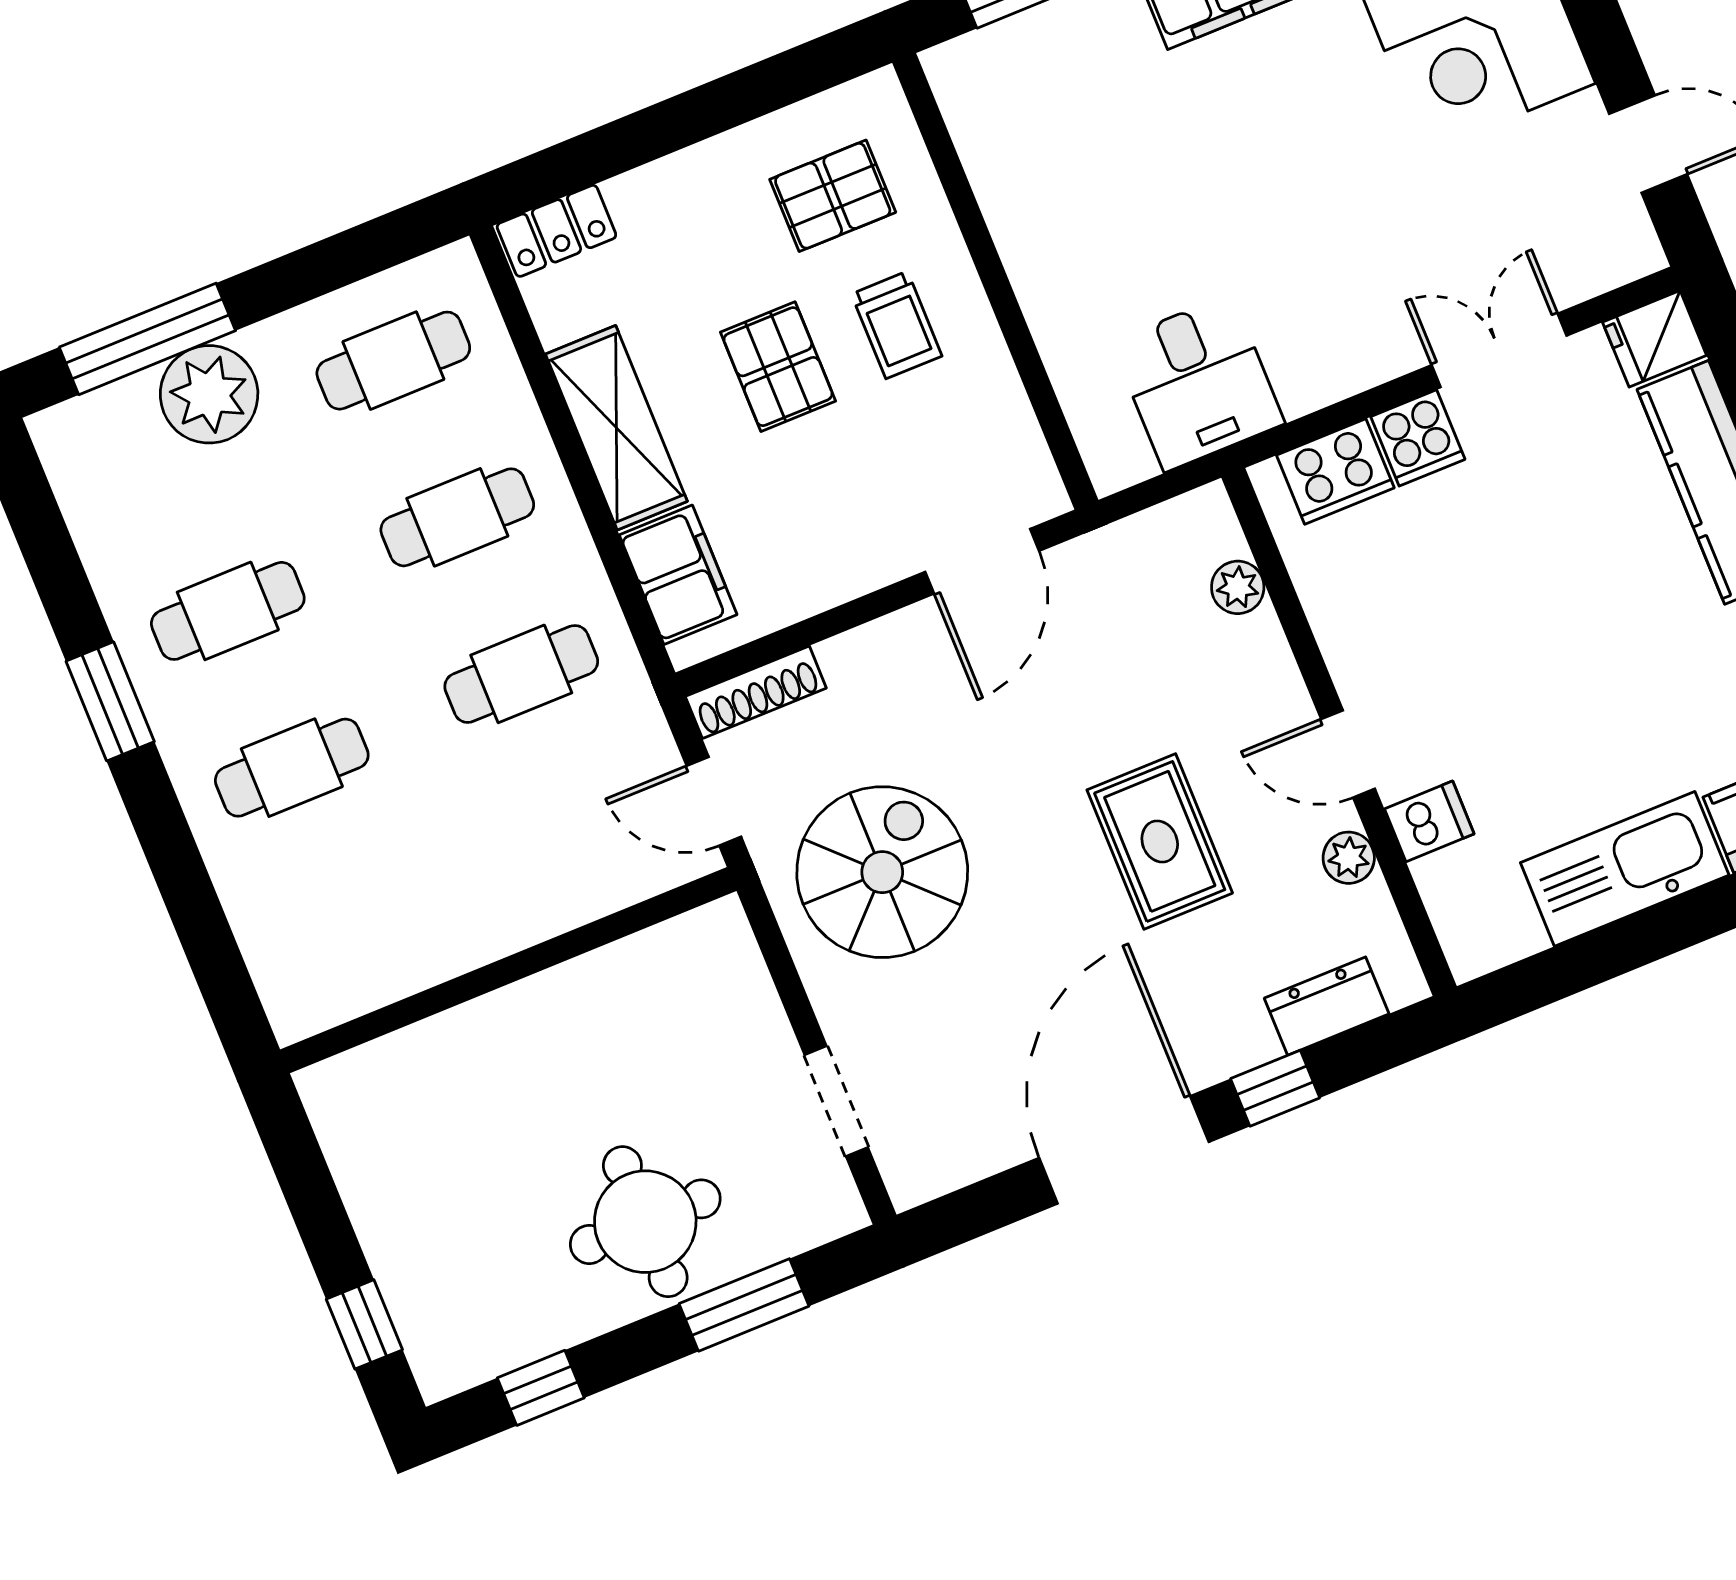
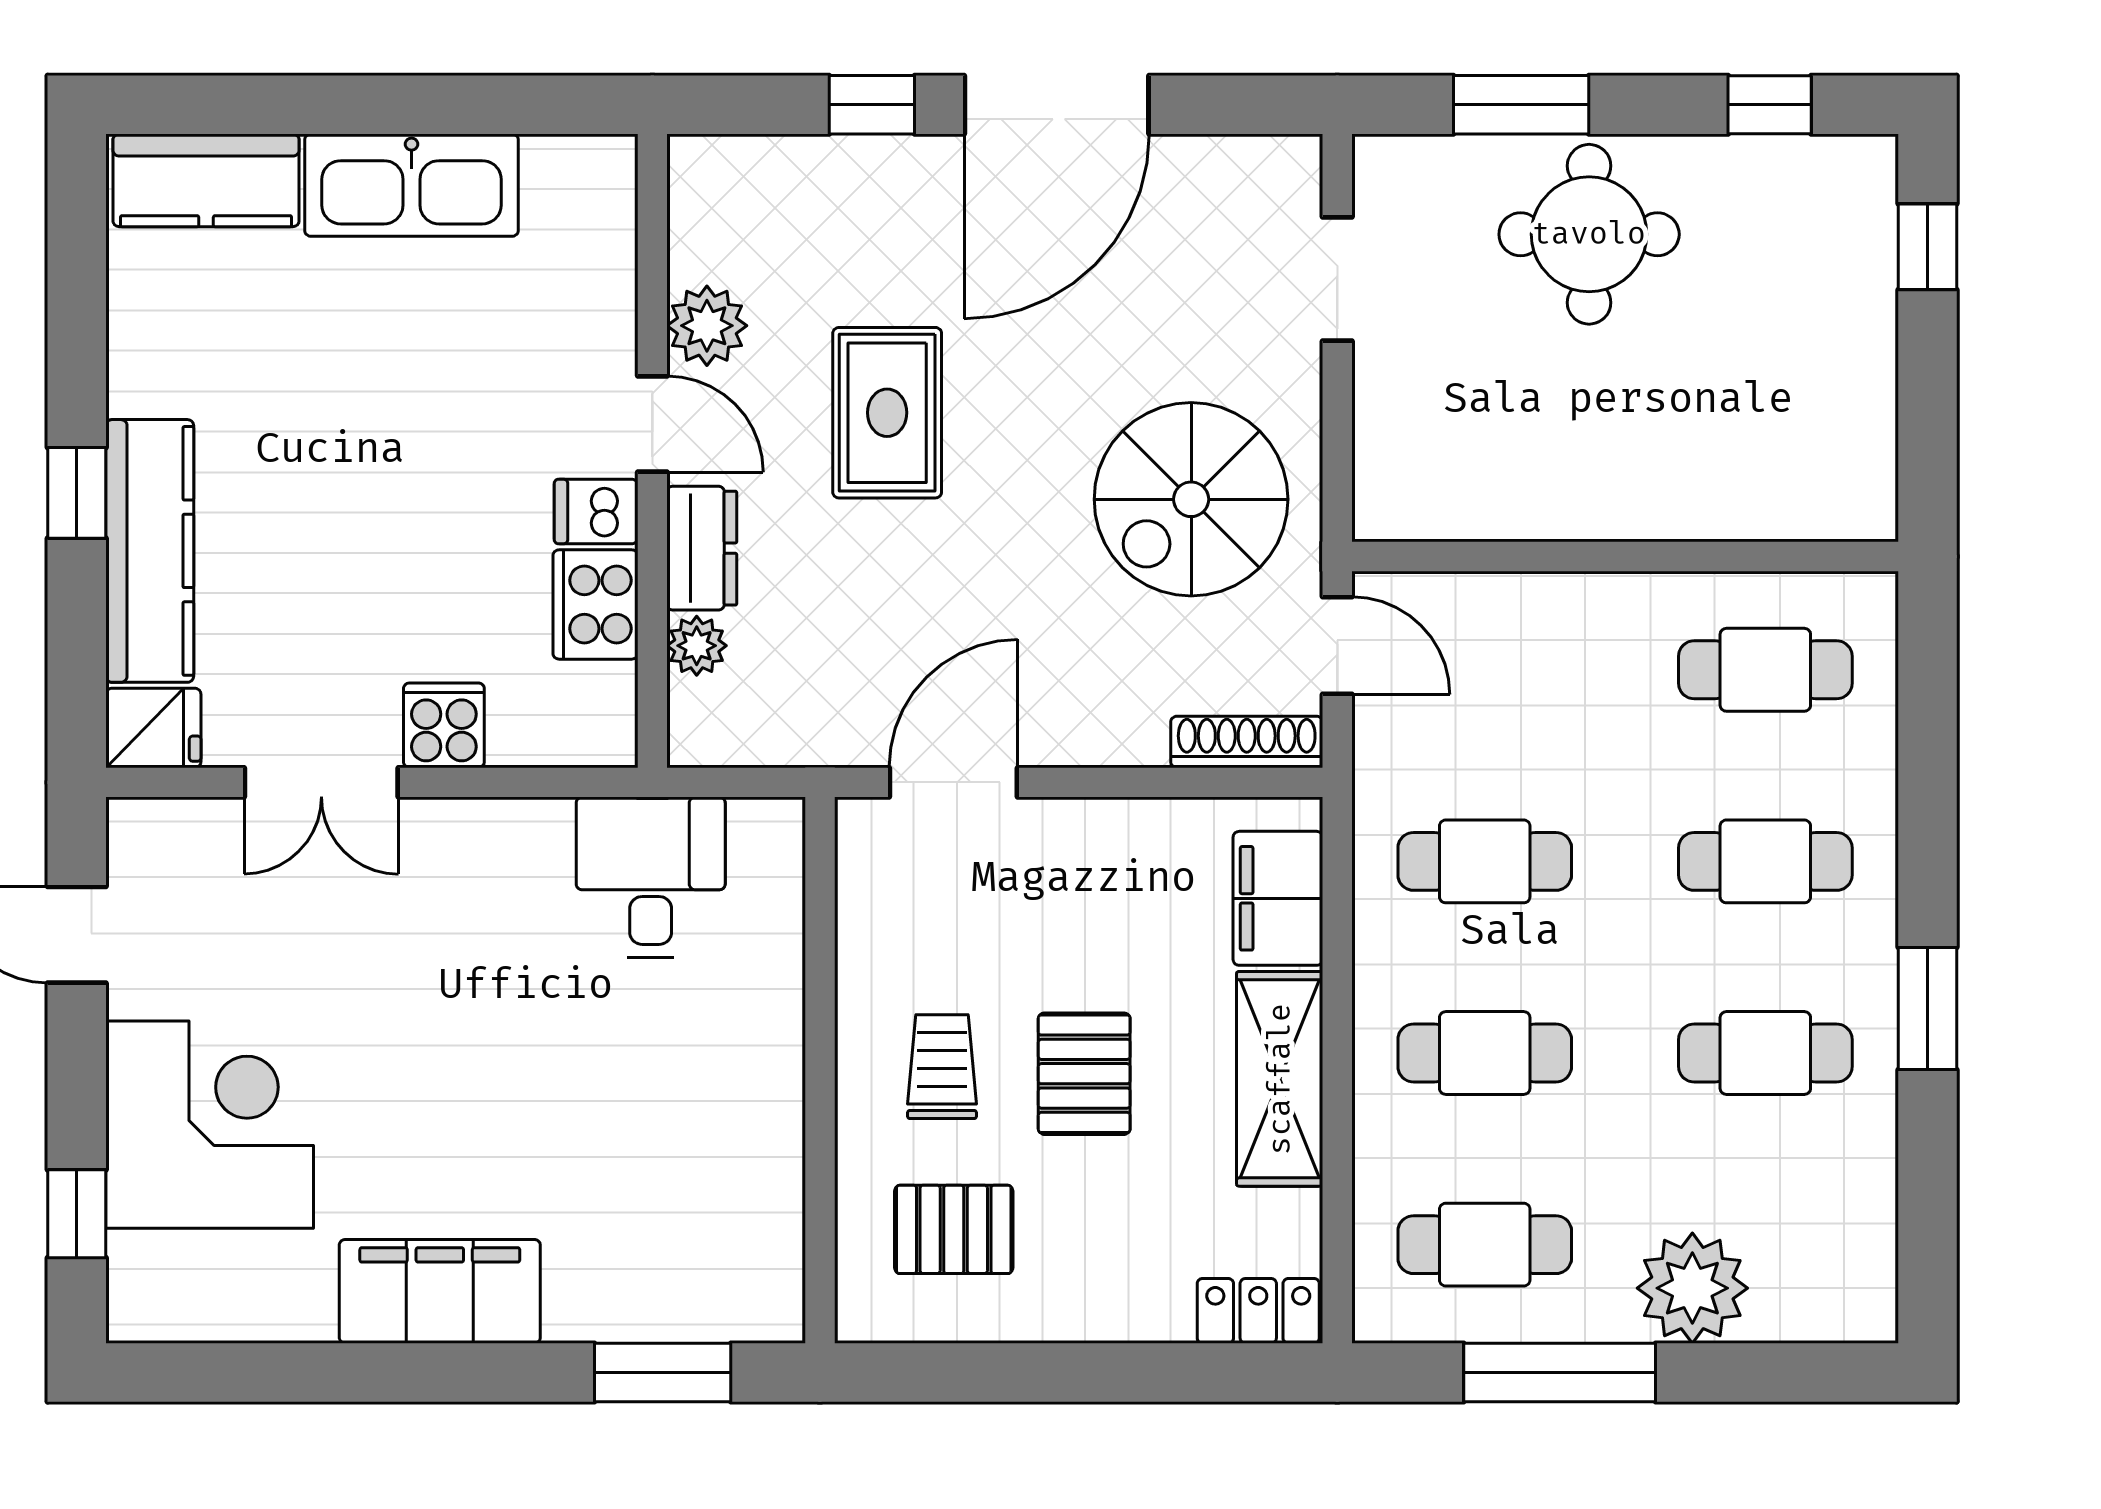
window: (147, 339) -> (1560, 1373), moved
cooker: (1335, 472) -> (595, 604), moved, turned -90
dishwasher: (1429, 821) -> (596, 511), moved
plant: (1349, 858) -> (707, 326), width x1.38, depth x1.38
cafe table: (356, 924) -> (1765, 670), added
dresser: (1327, 1006) -> (702, 548), moved, turned -90

